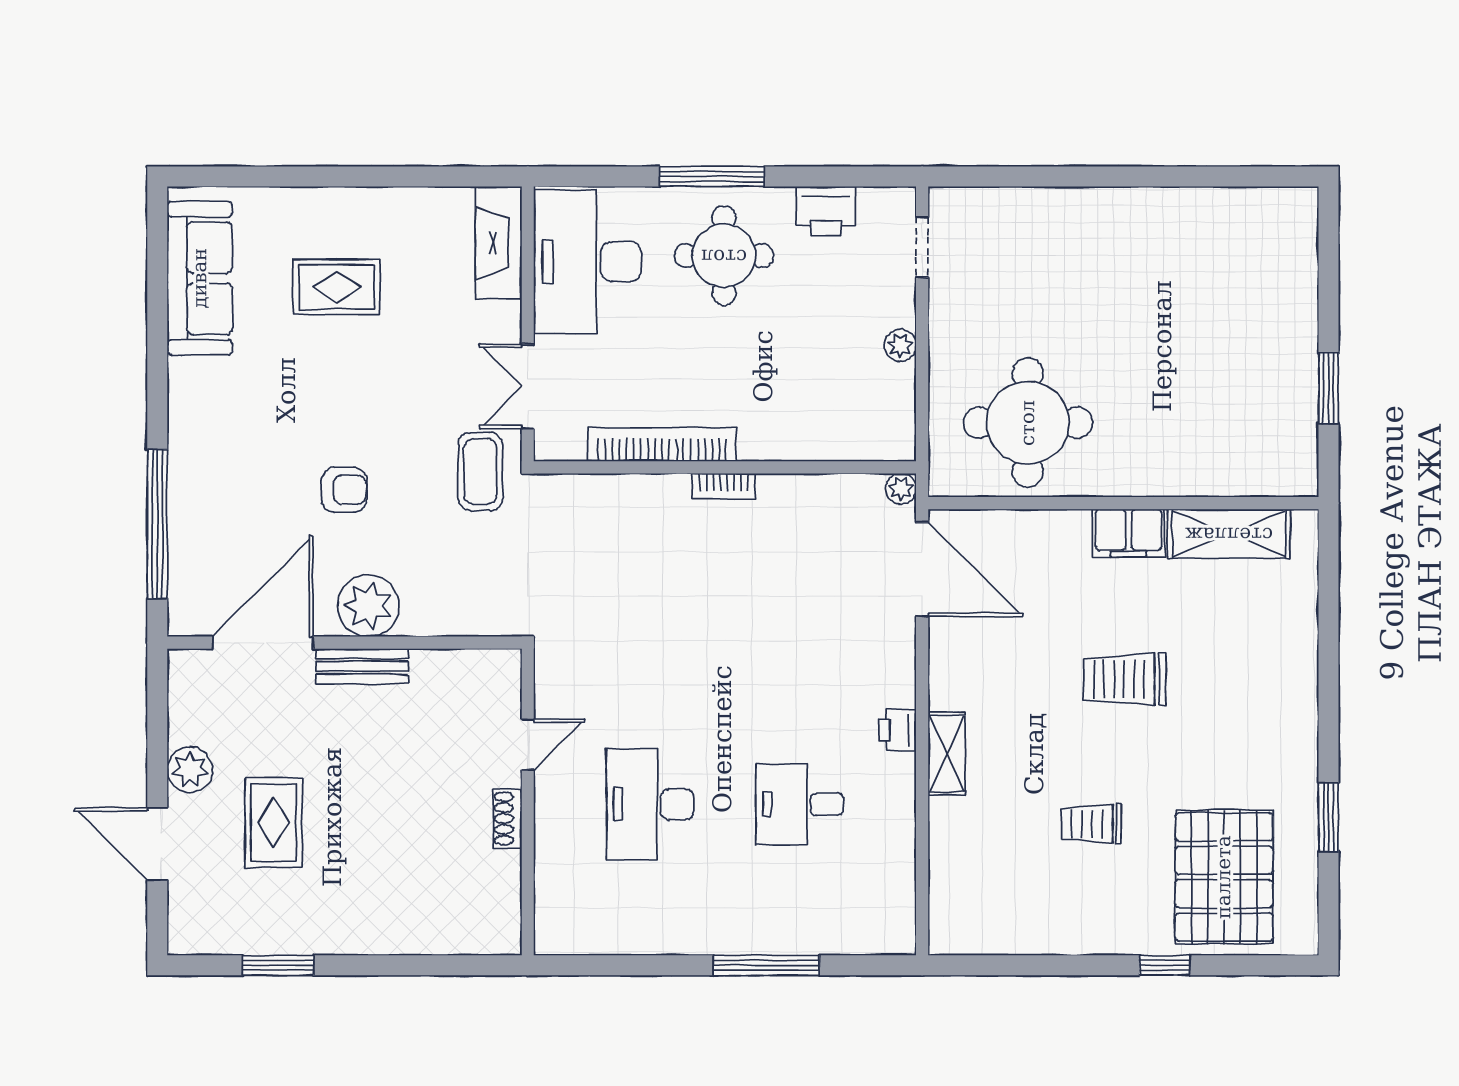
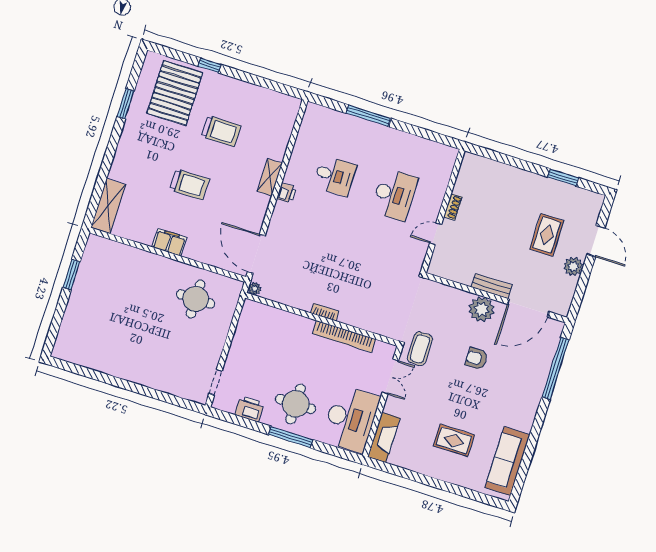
plant: (900, 345) -> (237, 346), removed
round table: (1028, 423) -> (196, 299), width x0.73, depth x0.73
shelving: (1229, 534) -> (108, 206), moved, turned 90
trolley: (1091, 824) -> (221, 131), width x1.36, depth x1.39

